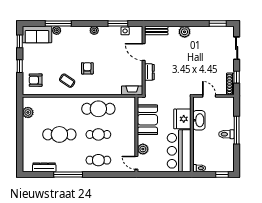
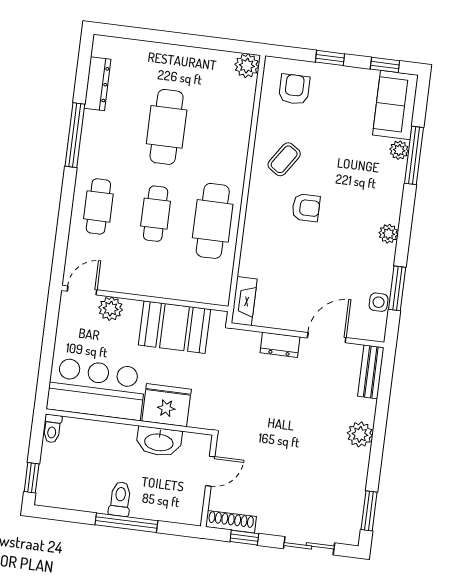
plant: (28, 112) -> (247, 66), moved

